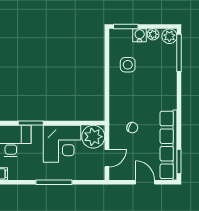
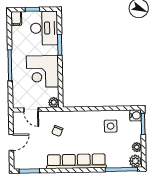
water cooler: (140, 35) -> (135, 115), moved
plant: (93, 137) -> (54, 102), width x0.53, depth x0.53
row of seats: (168, 145) -> (76, 161), moved

